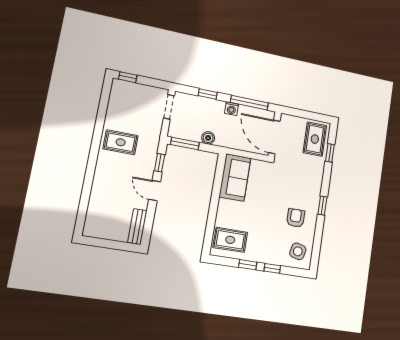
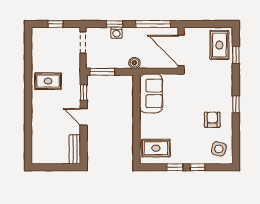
window: (128, 77) -> (55, 24), moved
washing machine: (232, 109) -> (116, 33), moved
boiler: (208, 138) -> (134, 63), moved

